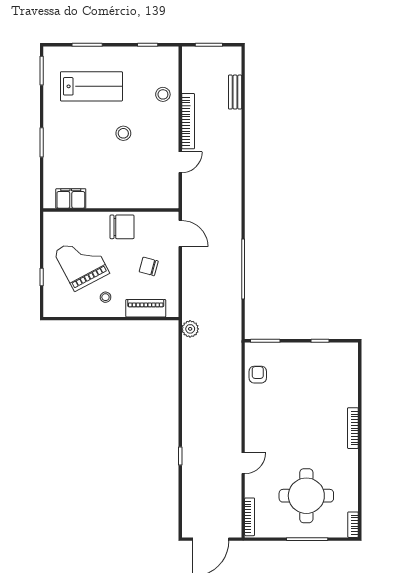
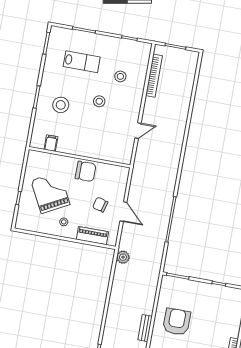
lab bench: (91, 86) -> (82, 62), width x0.73, depth x0.72
bench: (235, 92) -> (145, 328), moved
stool: (163, 94) -> (120, 76), moved
bookcase: (188, 121) -> (154, 76), moved
stool: (75, 147) -> (61, 105), added
filing cabinet: (71, 198) -> (51, 143), width x0.50
door: (180, 233) -> (123, 212), moved
armchair: (258, 375) -> (177, 322), moved, width x1.88, depth x1.88

